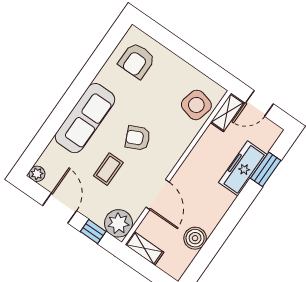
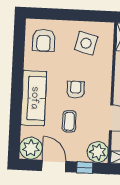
side table: (196, 105) -> (86, 43), moved
armchair: (138, 138) -> (76, 90), turned 115
plant: (37, 174) -> (31, 148), width x1.87, depth x1.87

